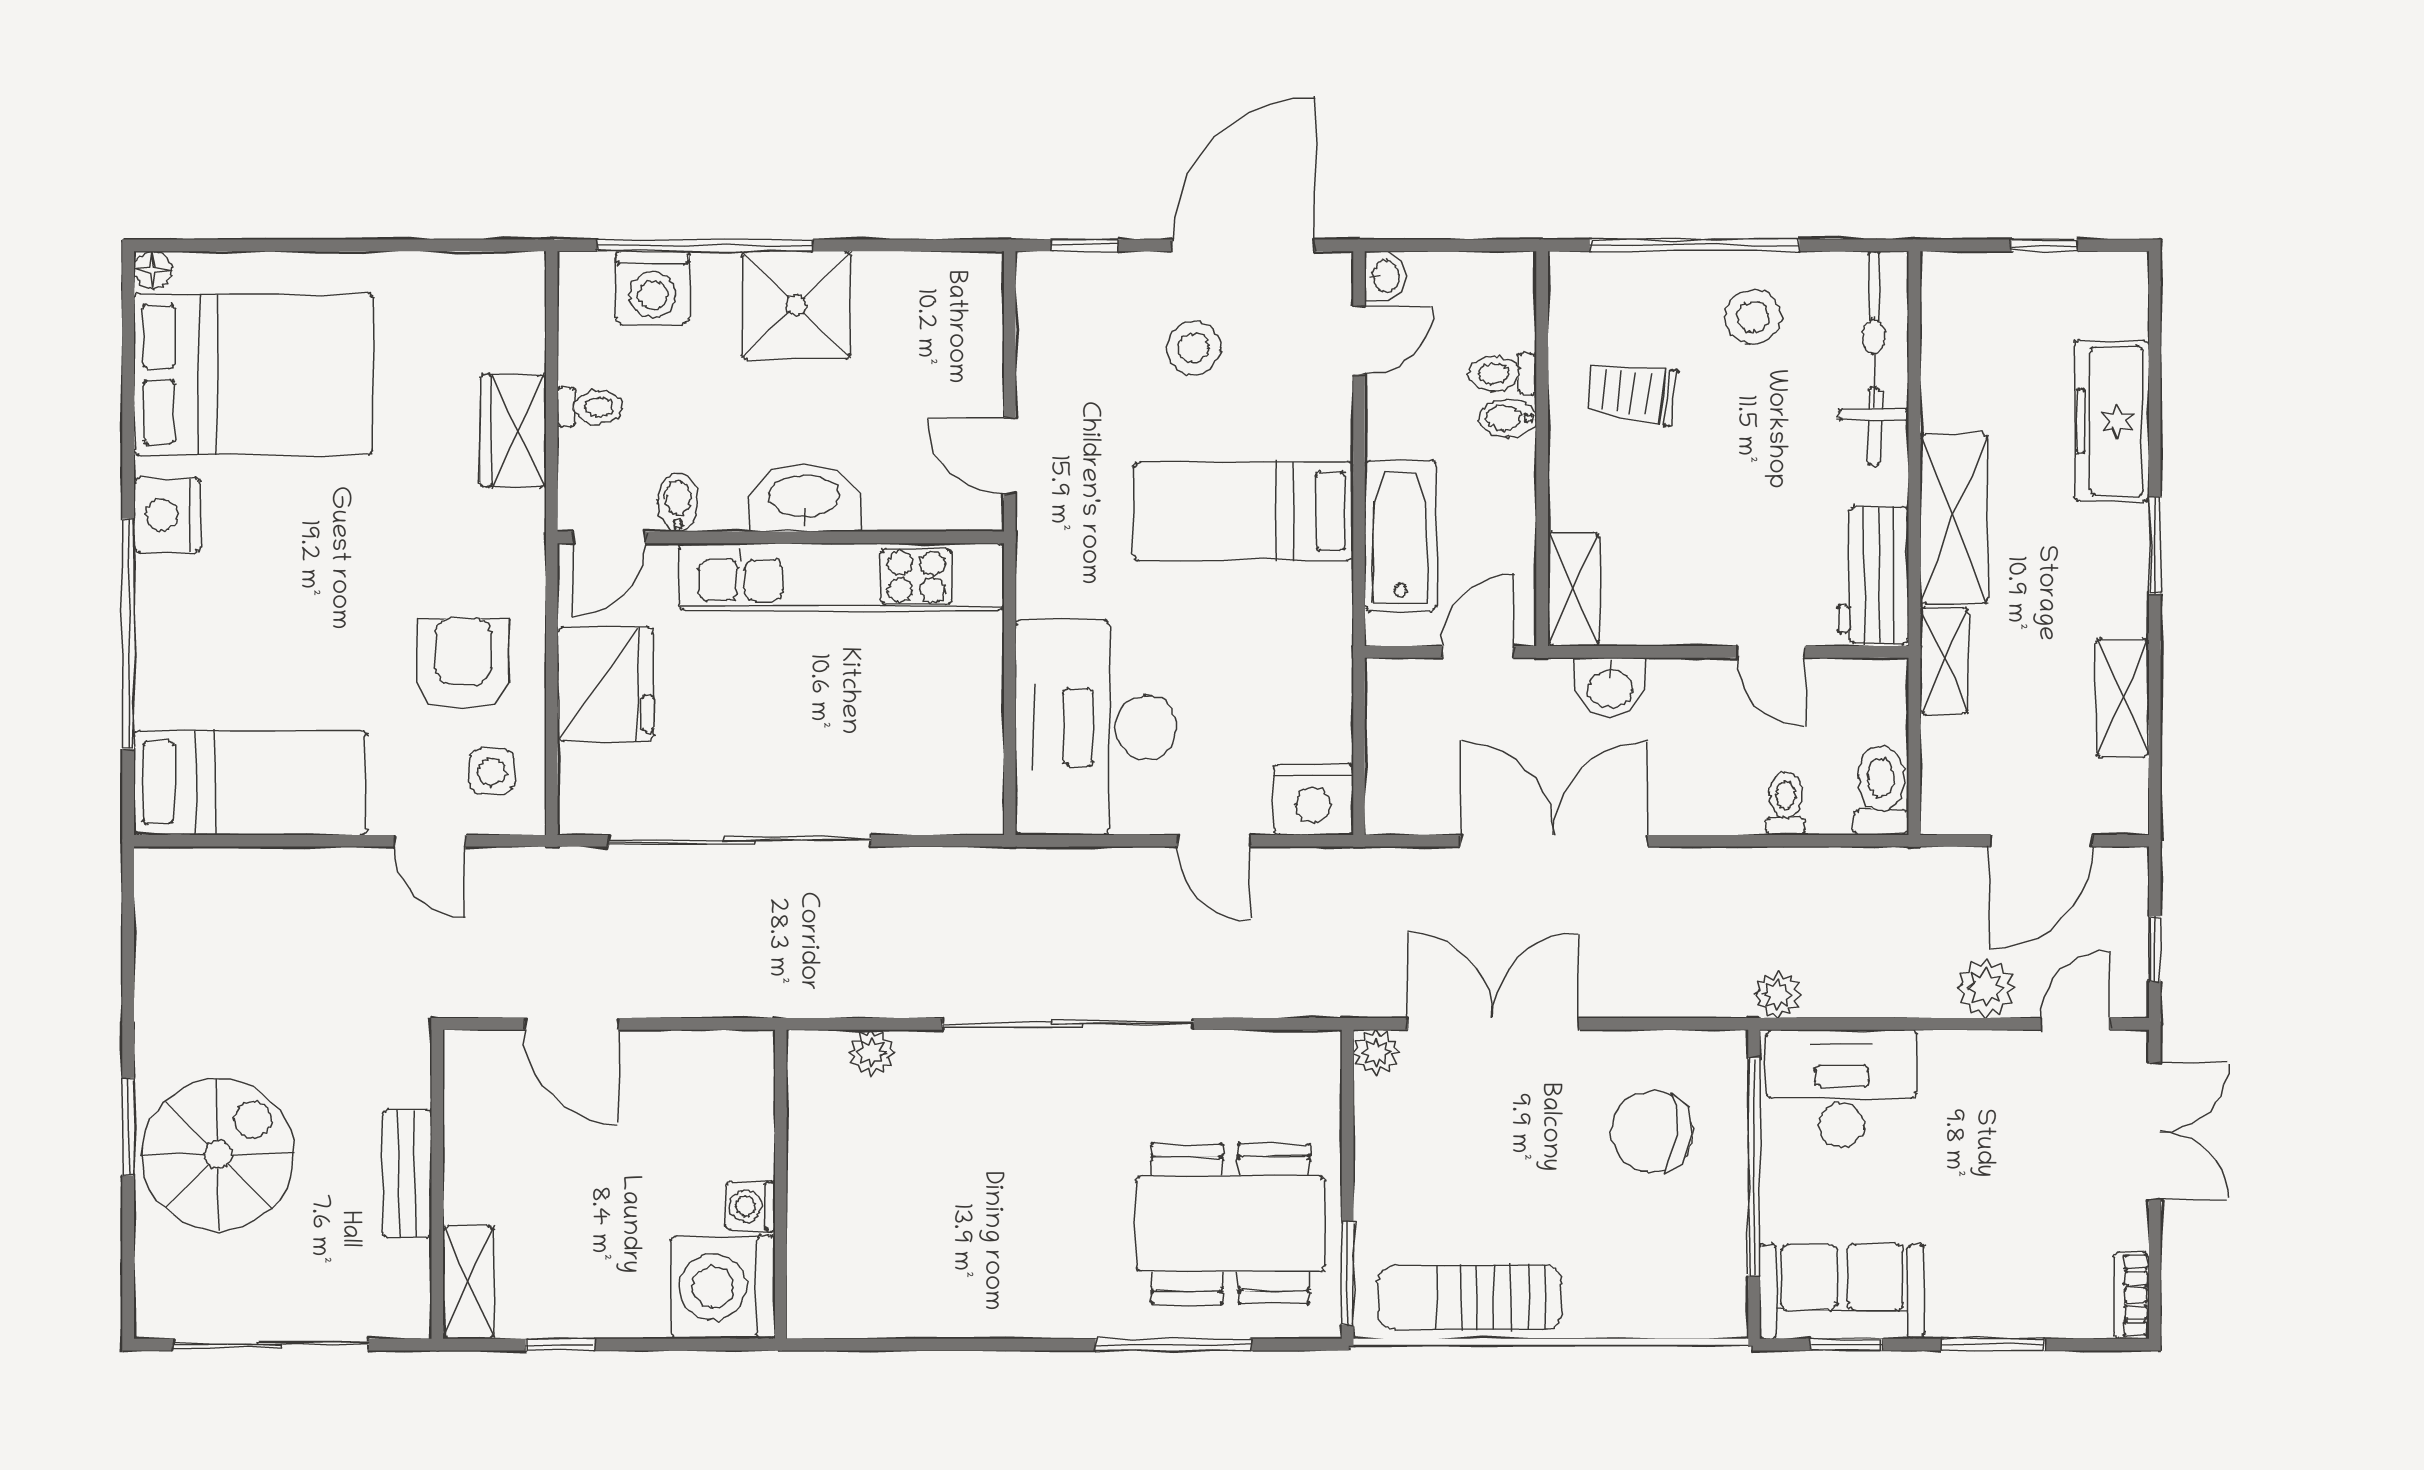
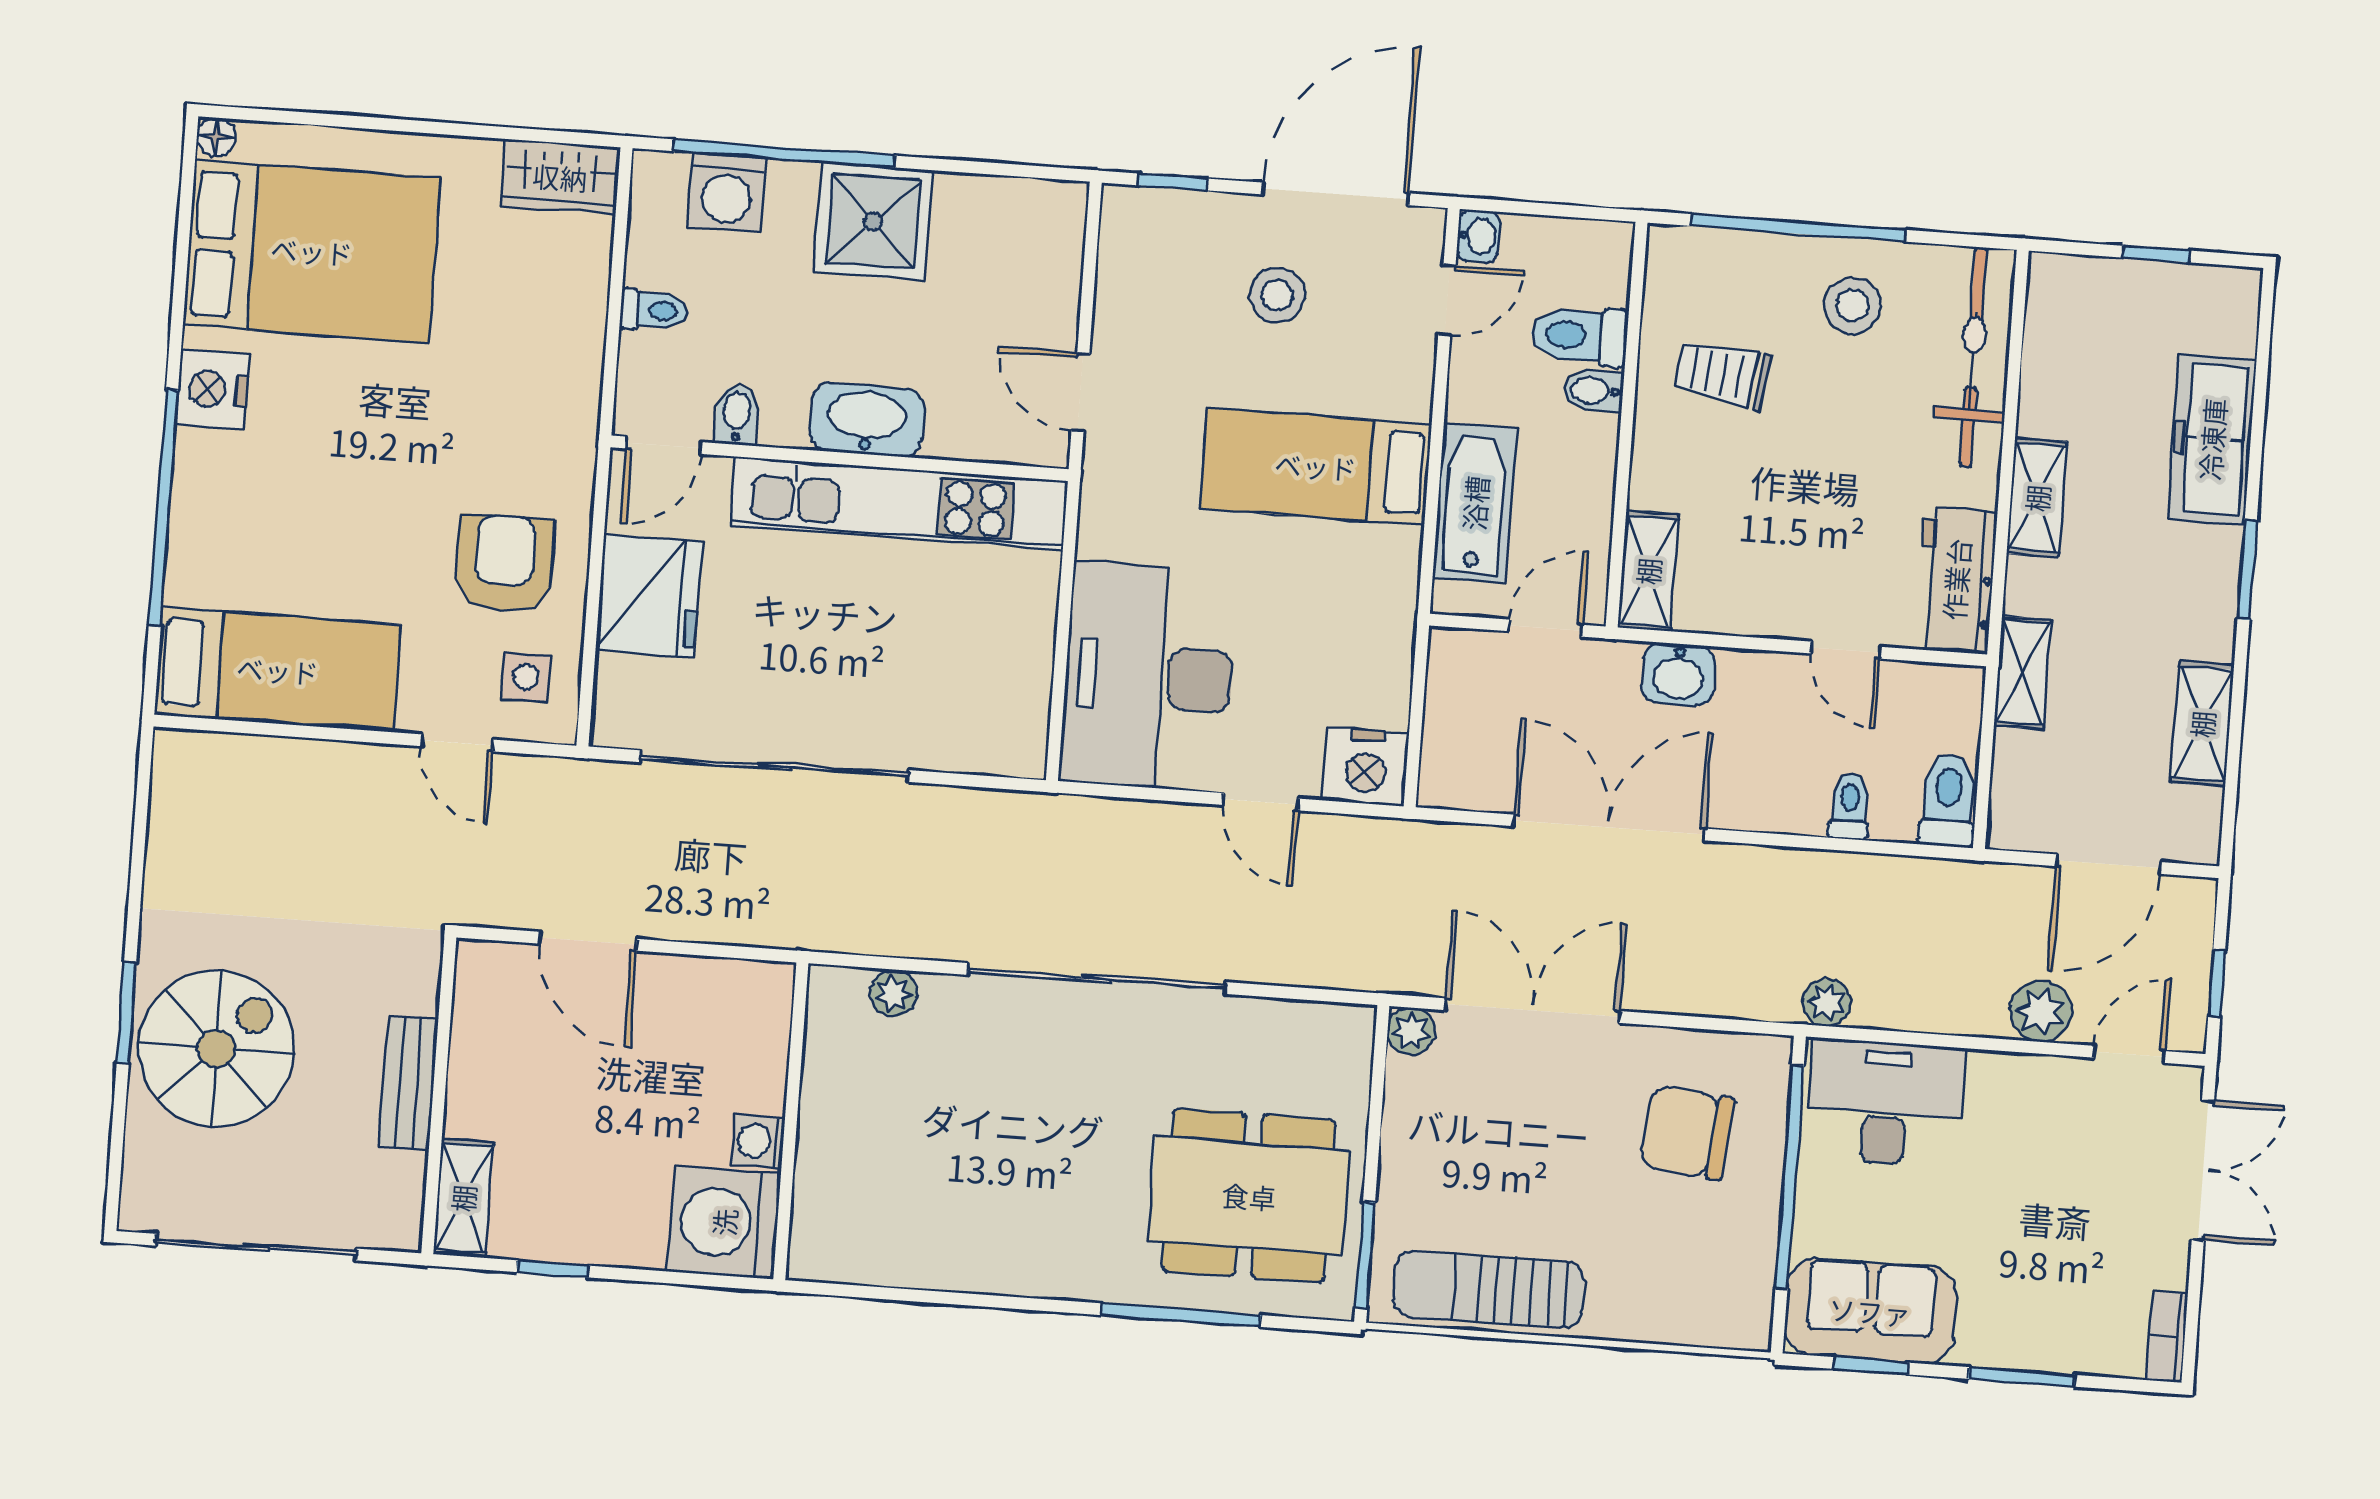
toilet: (1503, 373) -> (1579, 336), width x1.37, depth x1.39
wardrobe: (513, 431) -> (560, 177), moved, turned -90
shelving: (1954, 518) -> (2037, 498), width x0.67, depth x0.75

